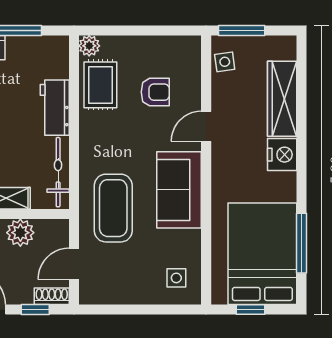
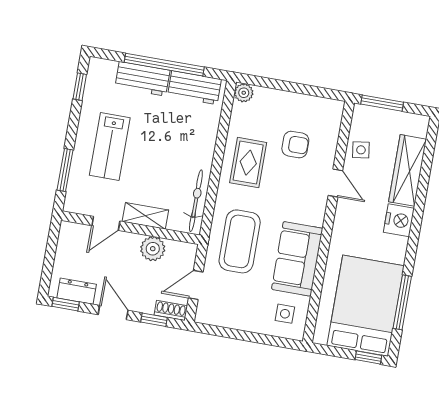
side table: (225, 62) -> (361, 150), moved
rug: (100, 85) -> (248, 163), moved
workbench: (55, 108) -> (194, 88), moved, turned -90
door: (206, 126) -> (335, 183), swing flipped
sofa: (179, 190) -> (297, 259), moved
window: (250, 310) -> (368, 358), moved

